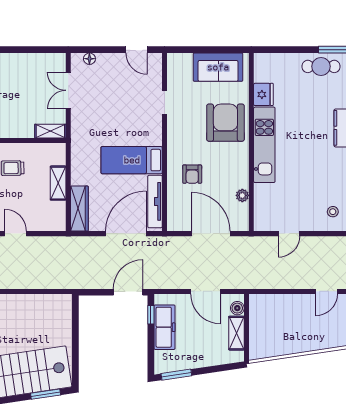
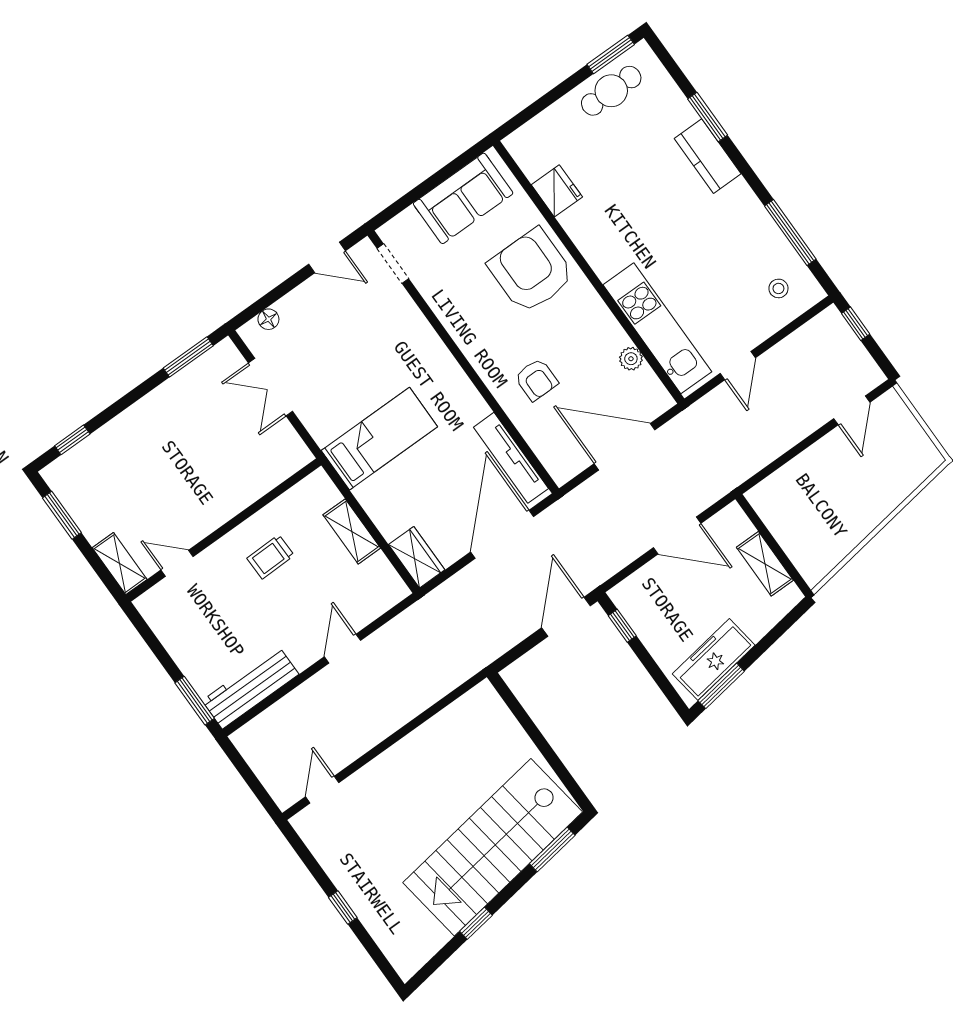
window: (40, 50) -> (188, 357), added
doorway: (165, 103) -> (393, 264), moved
shelving: (50, 131) -> (287, 464), removed
kitchen unit: (264, 145) -> (657, 328), moved
bed: (132, 160) -> (379, 439), moved, turned 180
wardrobe: (79, 209) -> (417, 557), width x0.67
door: (15, 234) -> (343, 649), hinge flipped
boiler: (237, 308) -> (740, 527), removed
freezer: (165, 327) -> (714, 659), moved, turned -98

